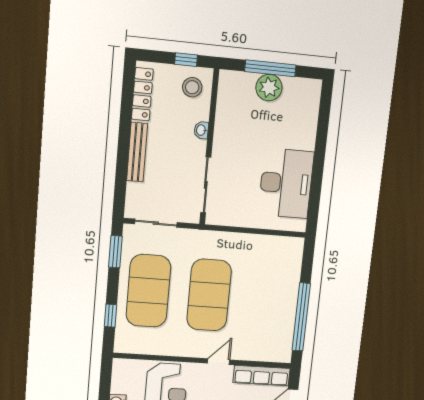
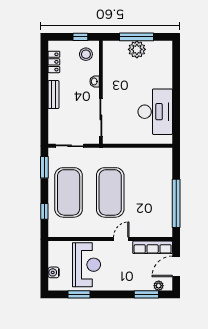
locker: (142, 94) -> (54, 62), width x0.66
bench: (137, 152) -> (53, 95), width x0.73

